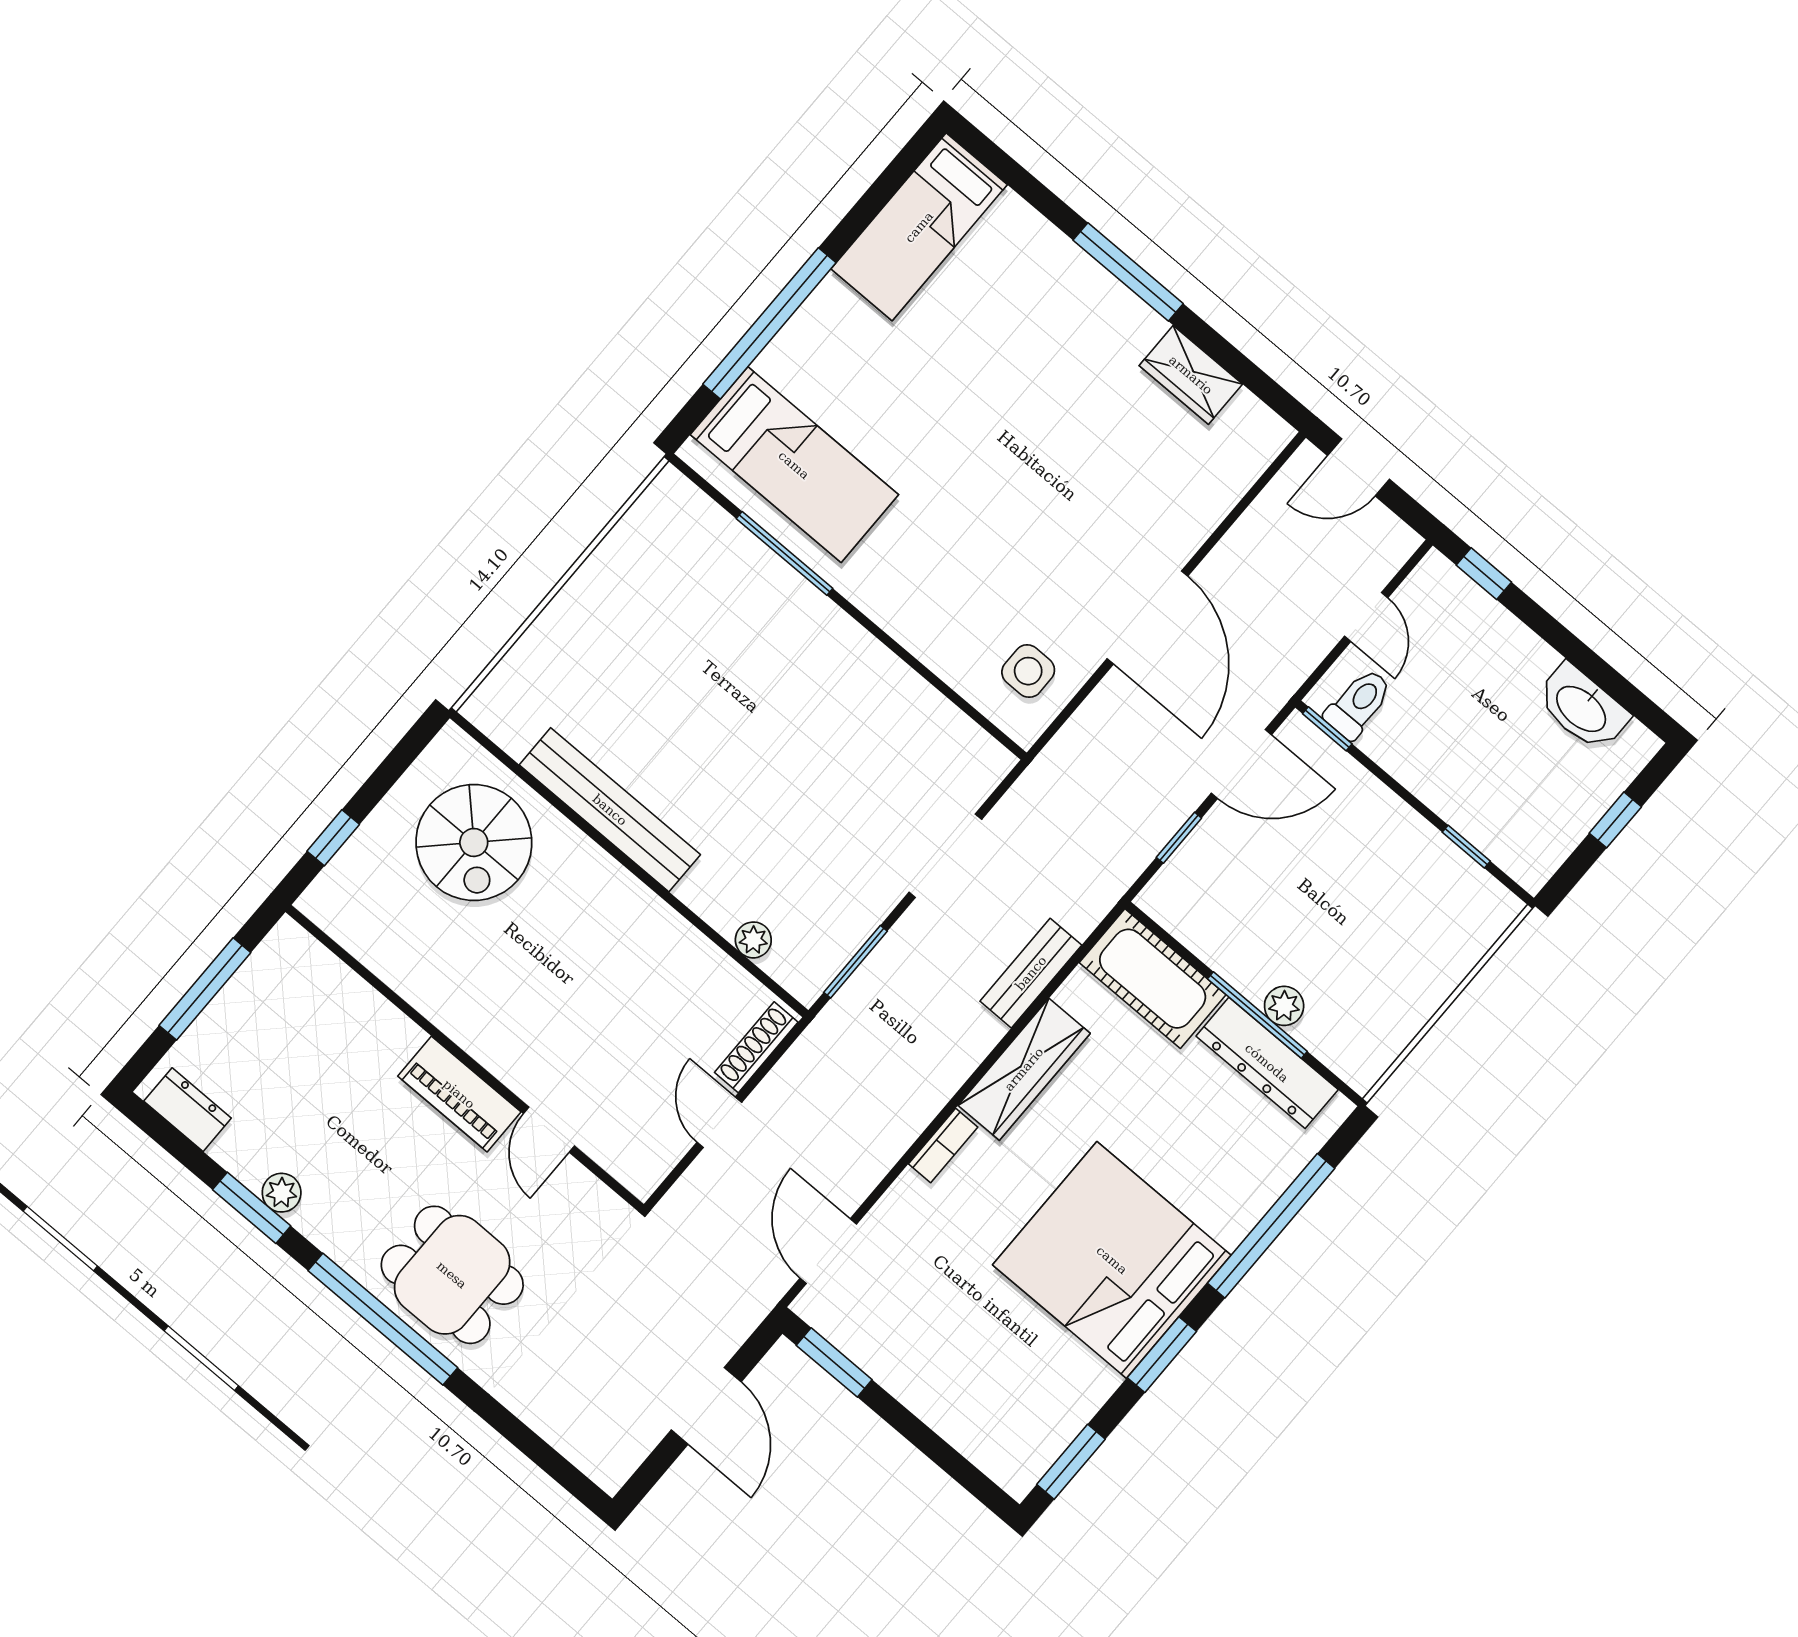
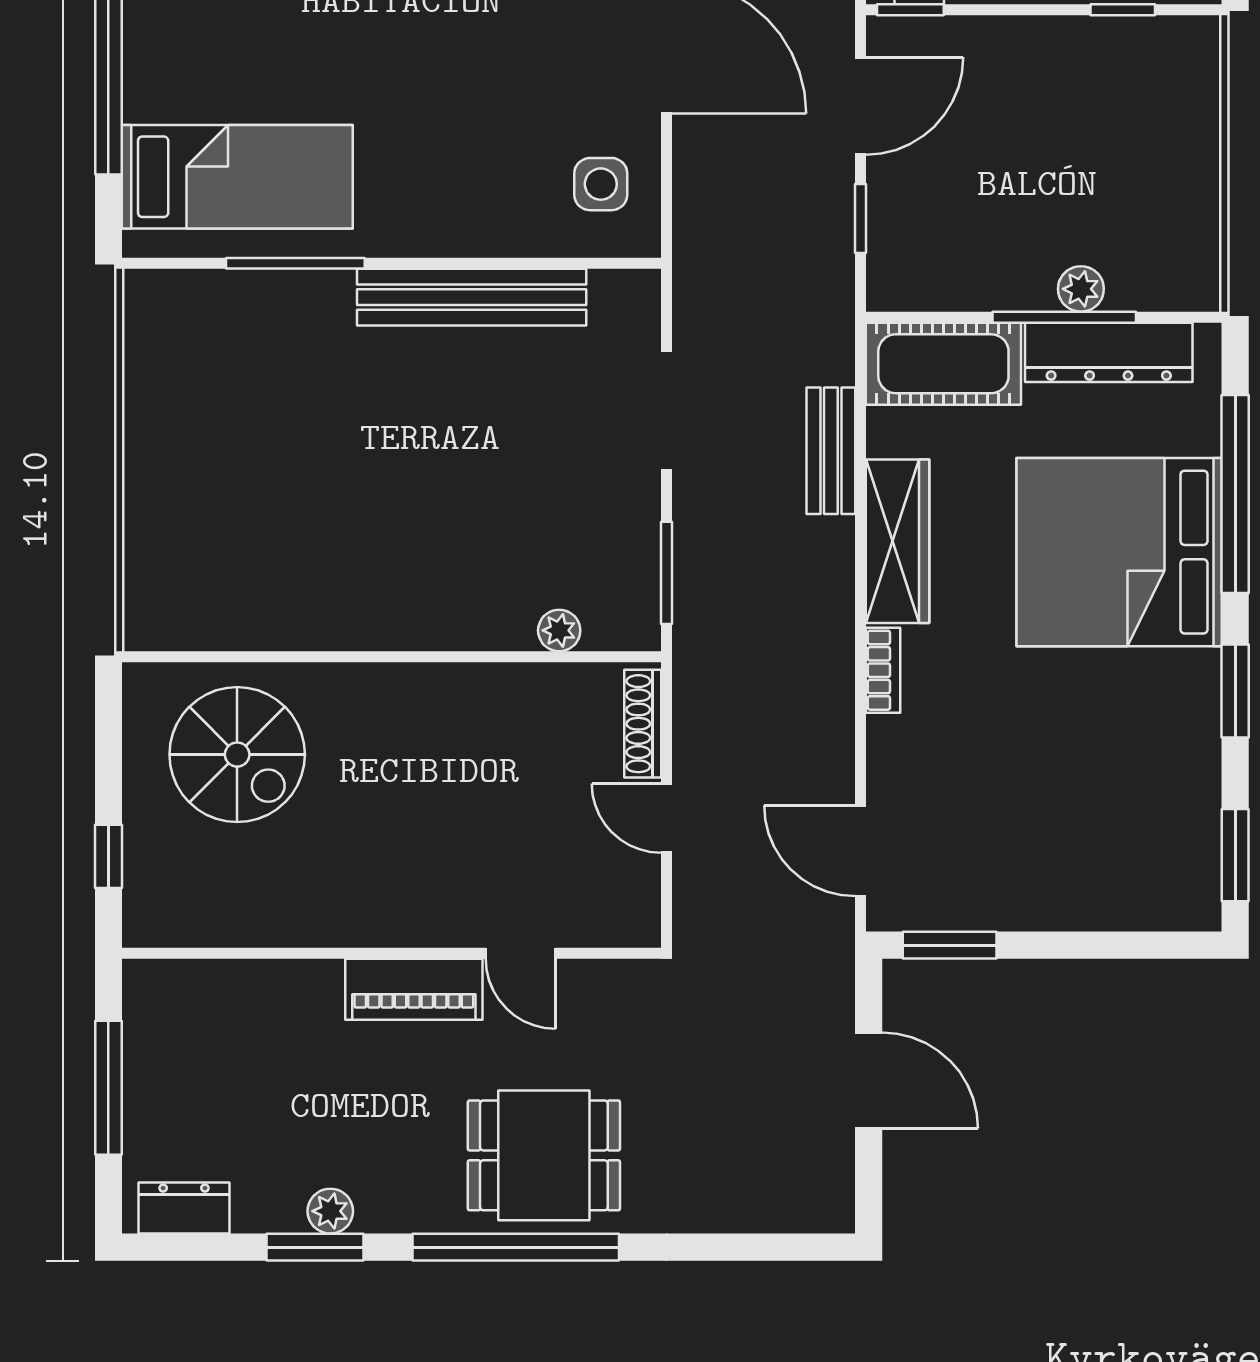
bench: (610, 810) -> (472, 297), moved
bed: (1112, 1260) -> (1119, 552), moved

